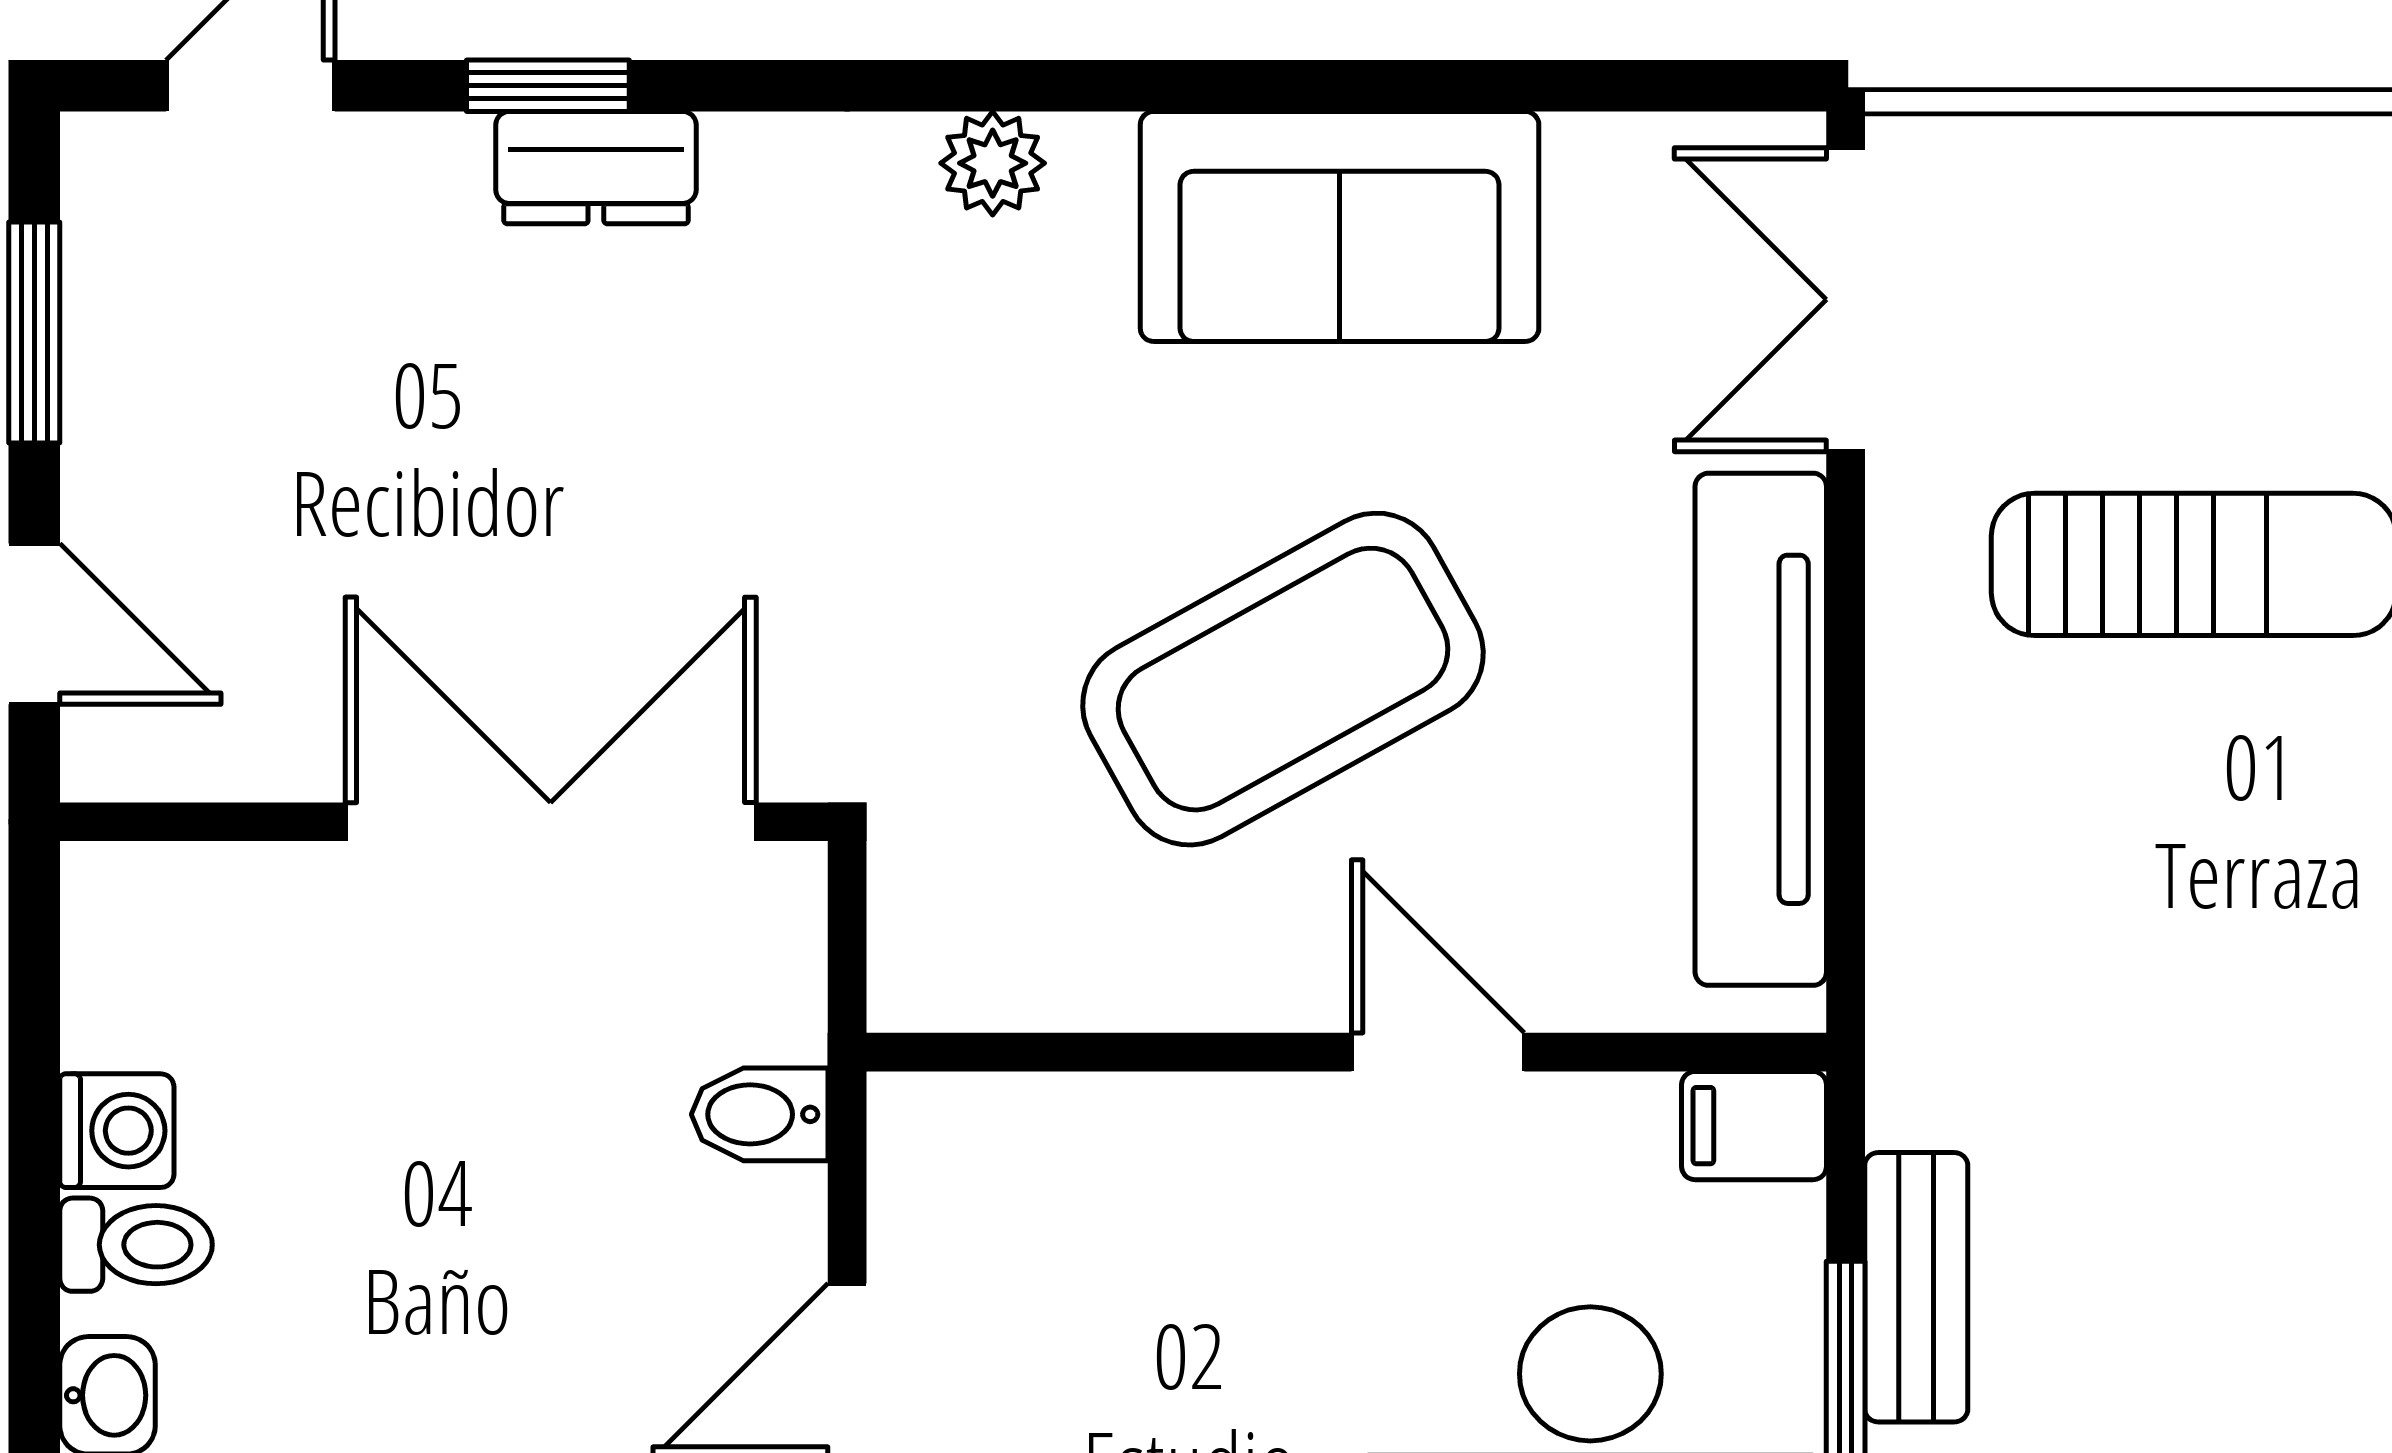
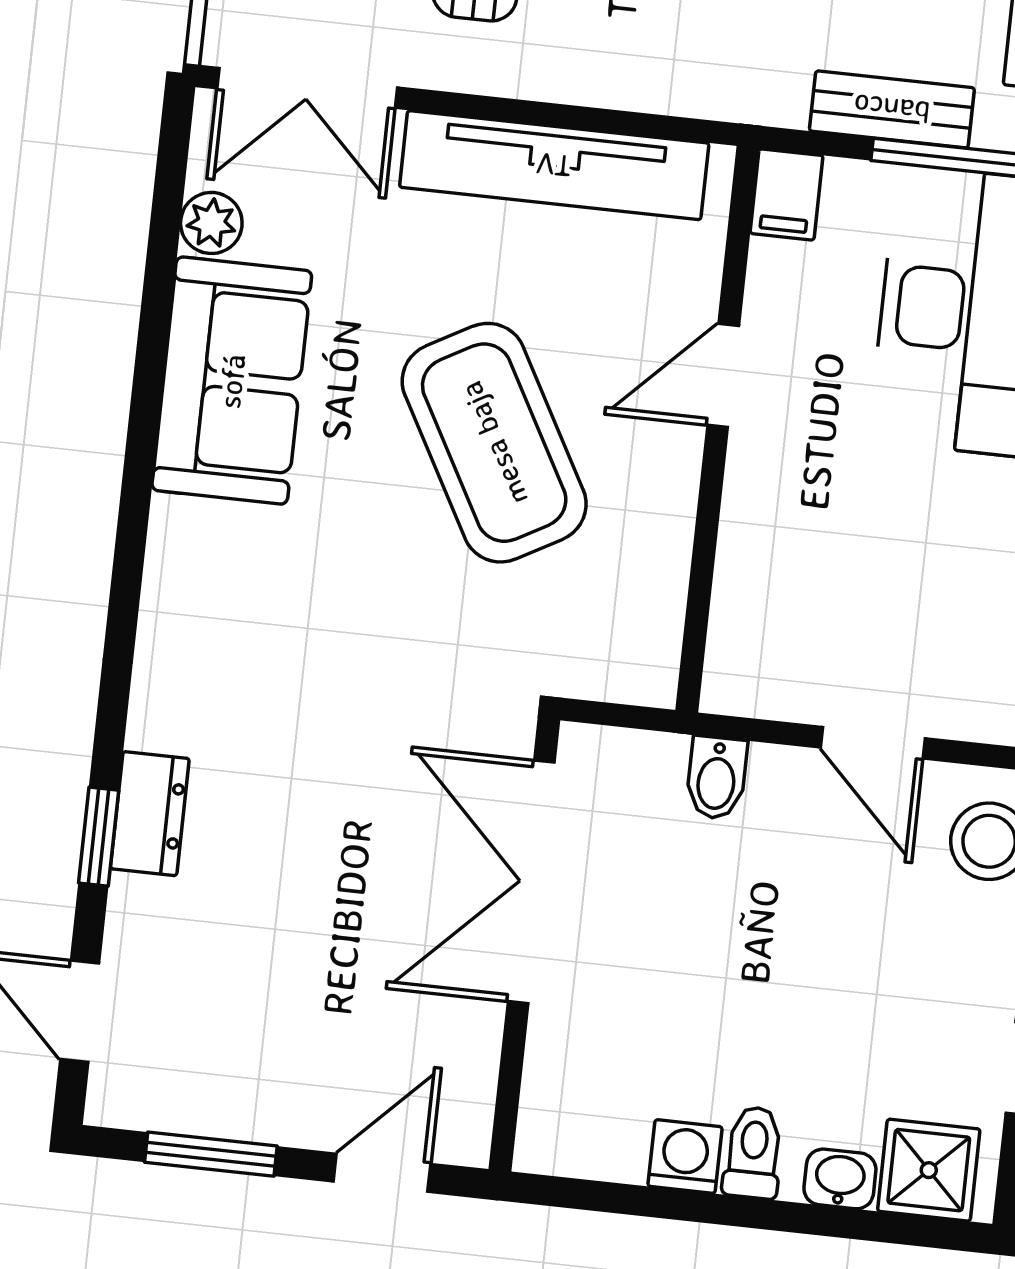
plant: (993, 163) -> (211, 223), moved

